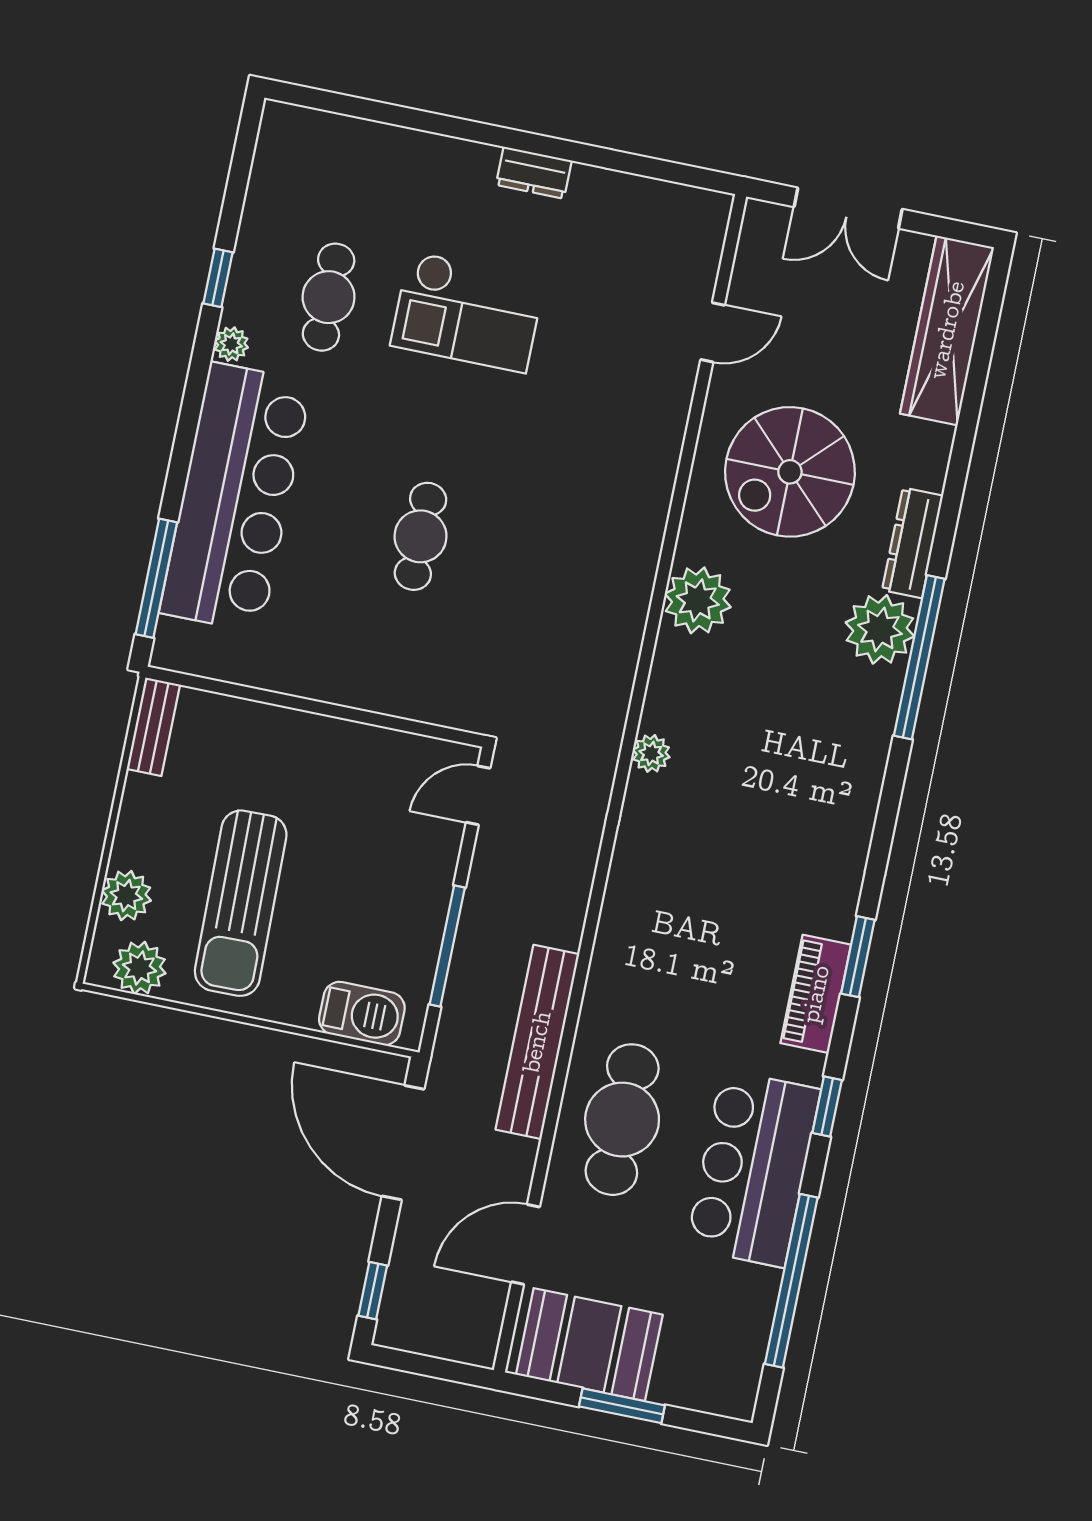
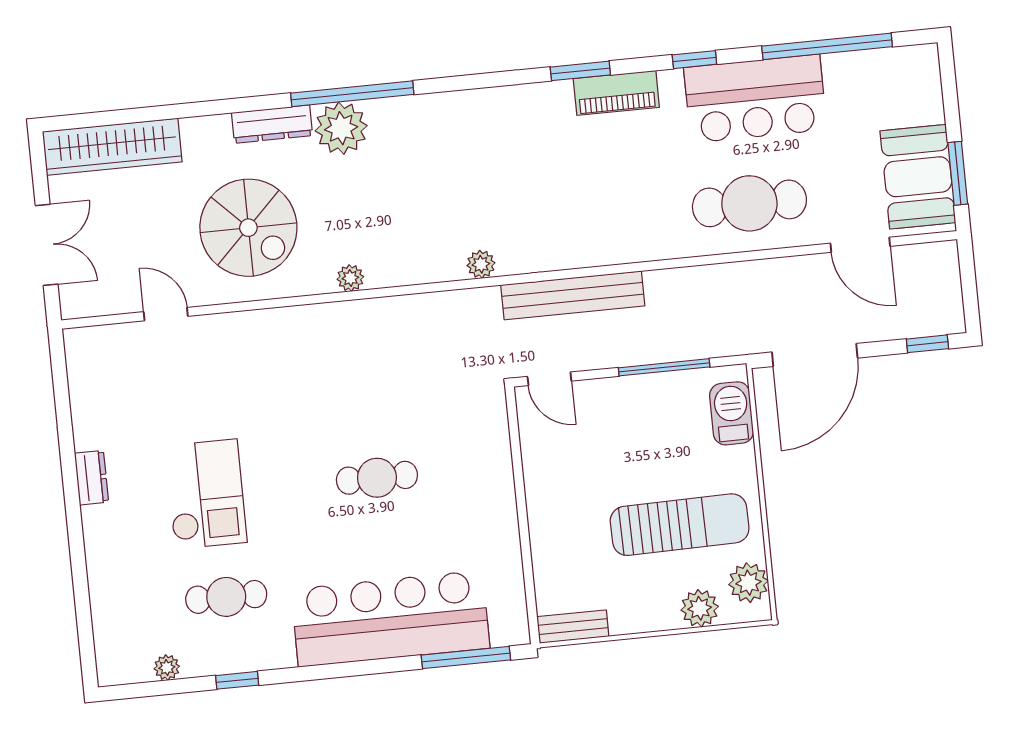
plant: (231, 344) -> (167, 668), moved
plant: (698, 600) -> (350, 278), width x0.53, depth x0.53
bench: (537, 1042) -> (573, 295), moved
window: (622, 1406) -> (958, 173), moved

